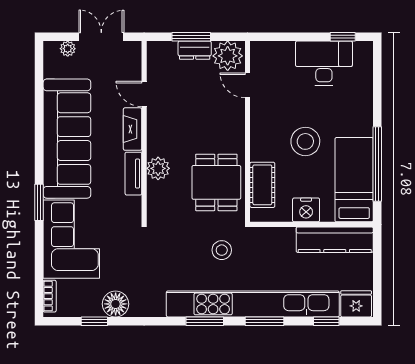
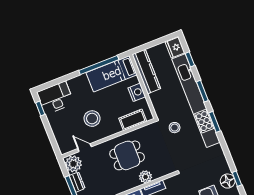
desk: (324, 63) -> (55, 98), moved, turned 90
door: (247, 85) -> (85, 148), swing flipped
stool: (305, 141) -> (92, 119), moved
dining table: (216, 182) -> (127, 155), moved
floor lamp: (116, 304) -> (228, 181), moved

